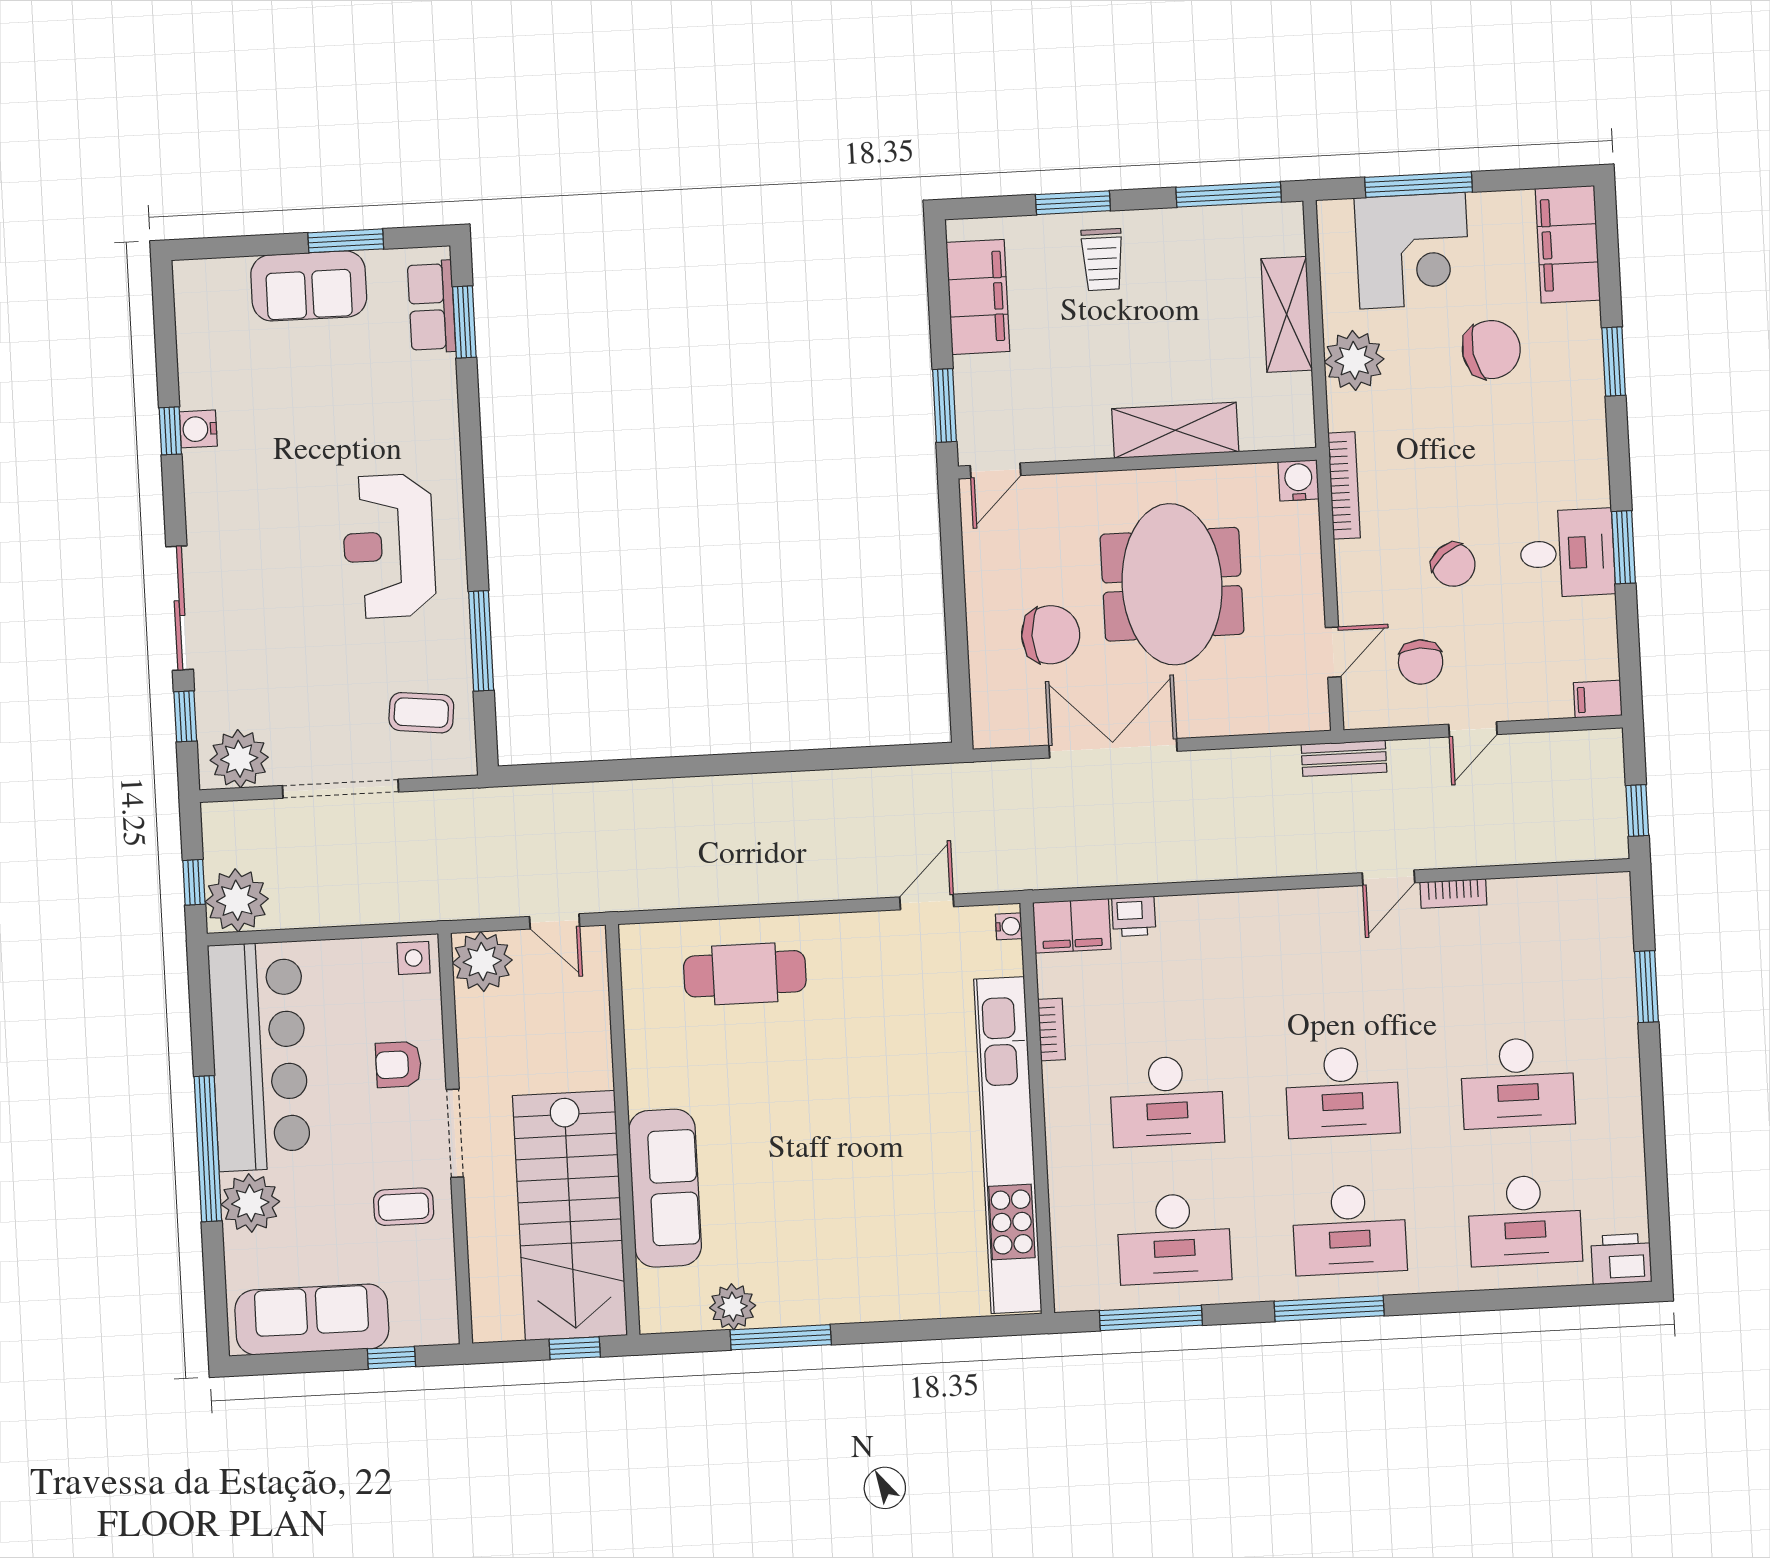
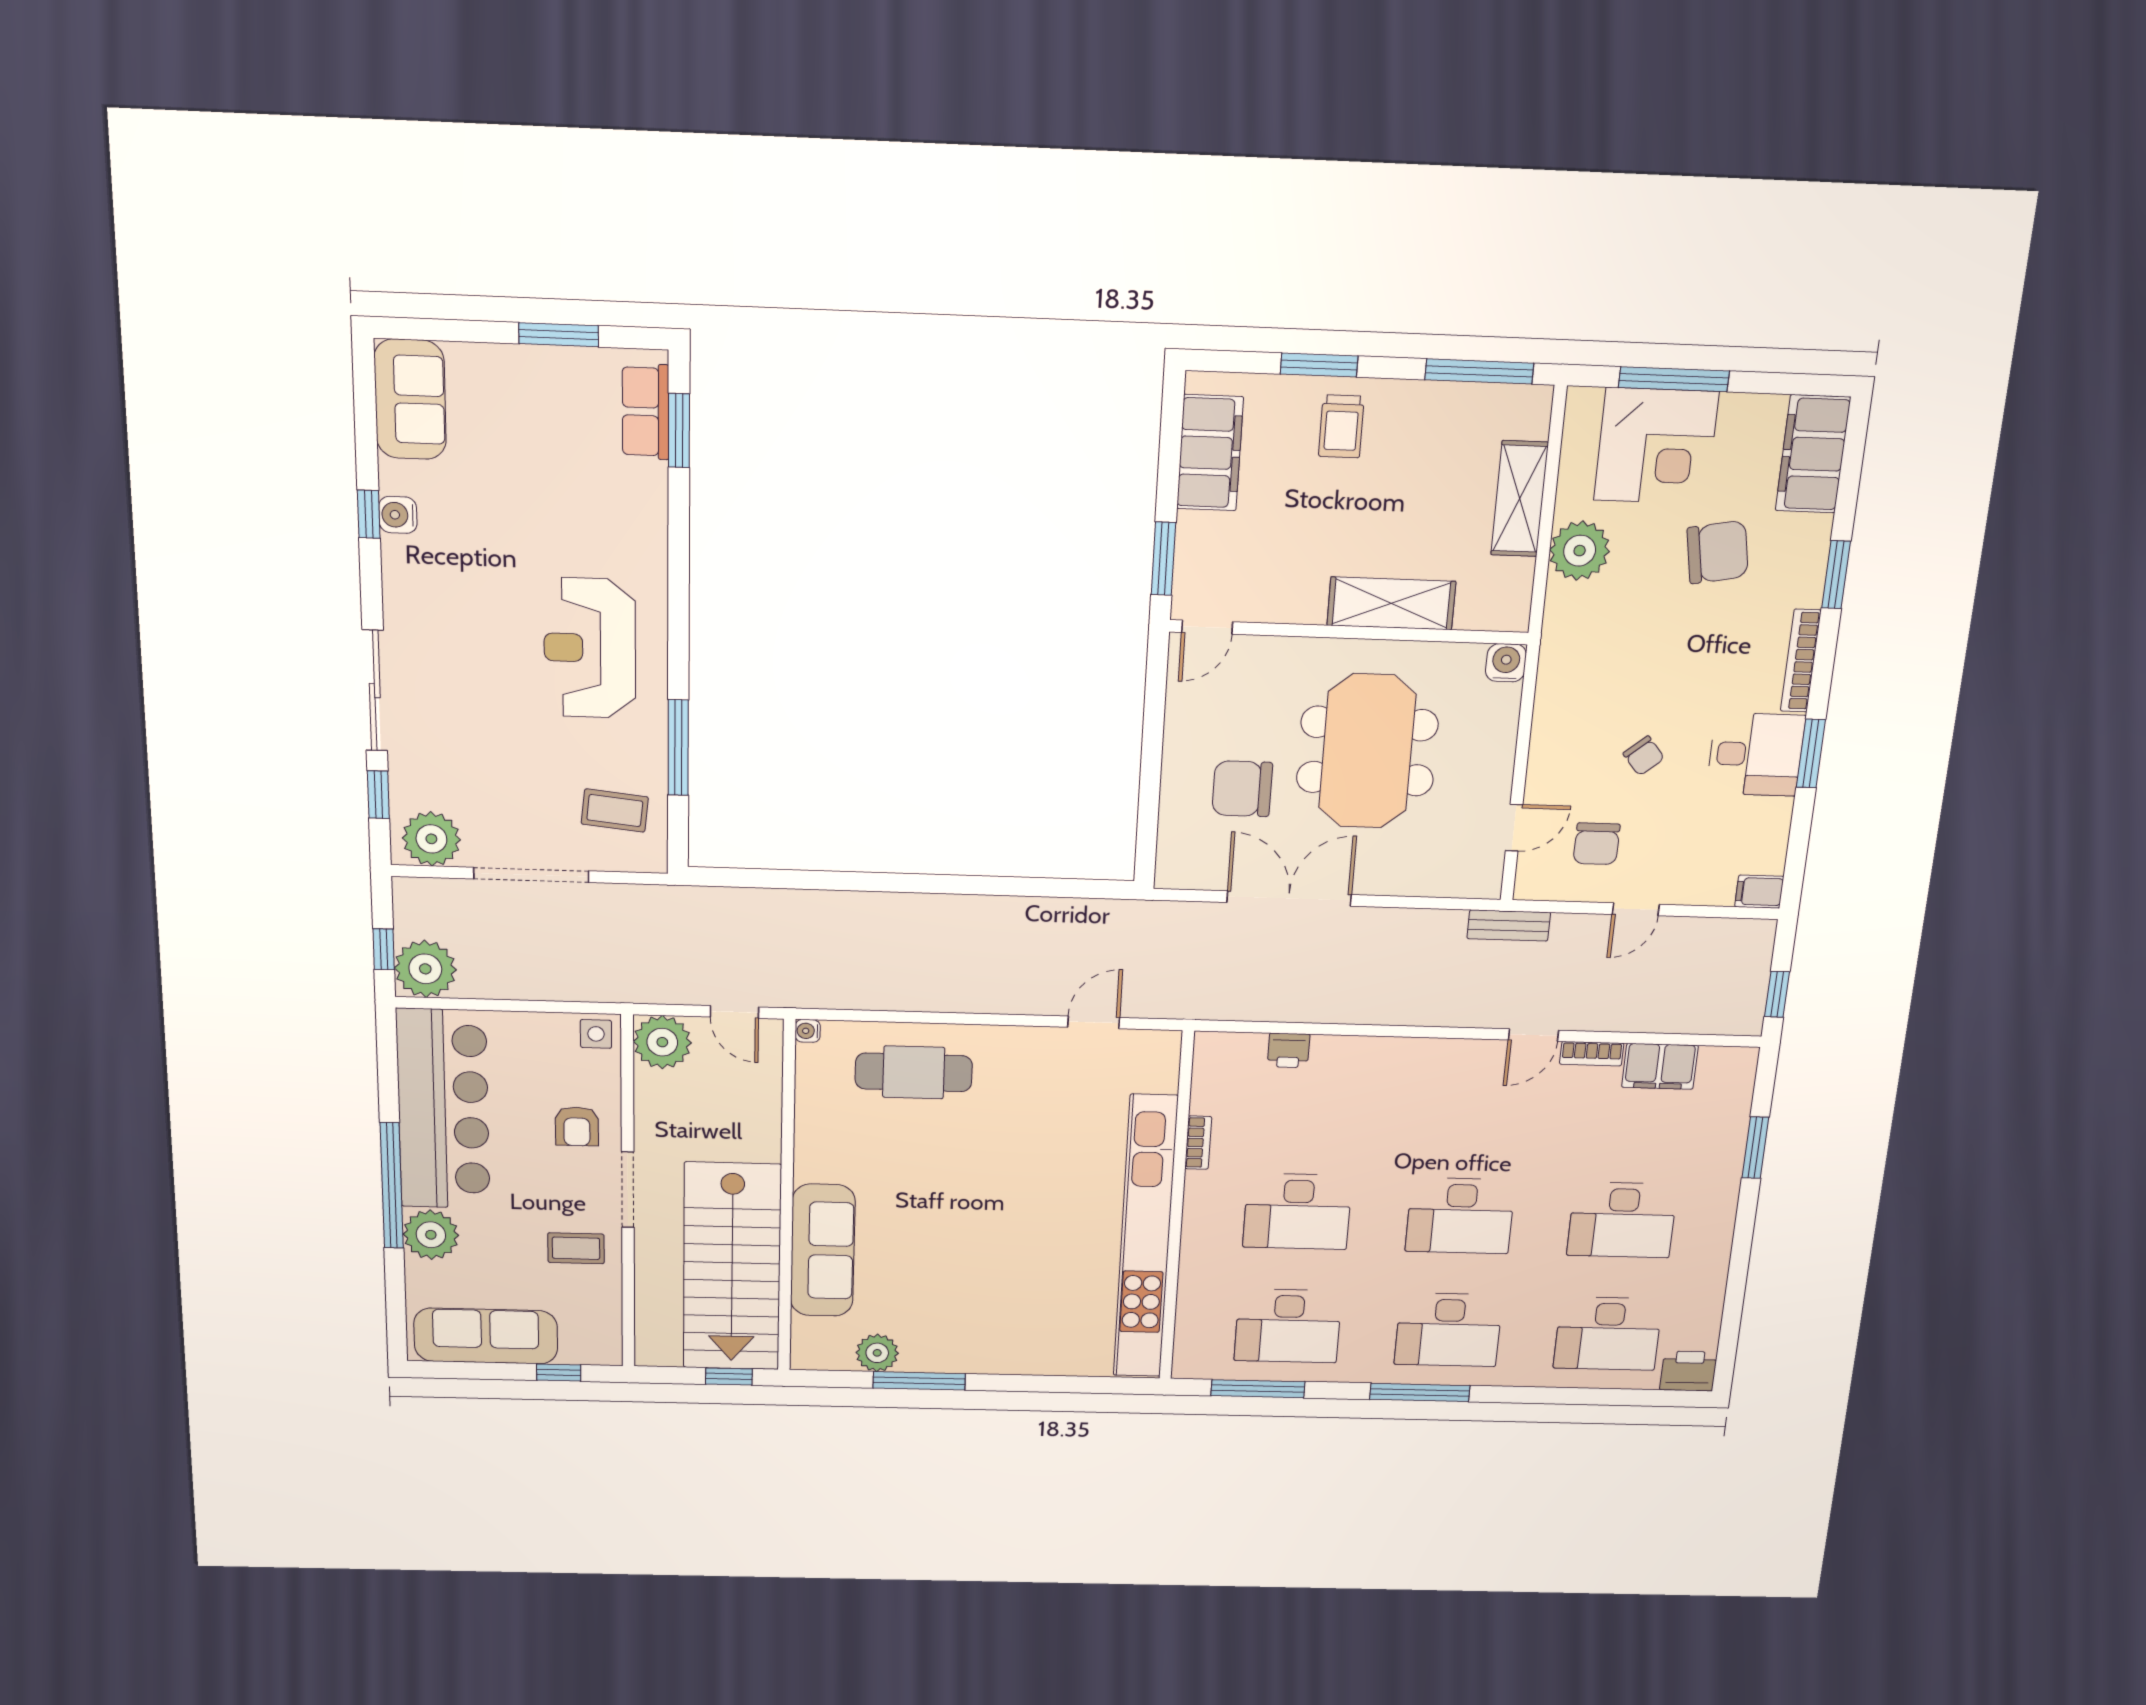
sofa: (309, 286) -> (410, 399), moved, turned -90
bookcase: (1344, 485) -> (1801, 661), moved, turned 180
chair: (1453, 565) -> (1644, 756), width x0.73, depth x0.73
chair: (1051, 635) -> (1242, 789), turned 180
water cooler: (1009, 926) -> (808, 1031), moved, turned 180
filing cabinet: (1072, 926) -> (1660, 1066), moved
armchair: (398, 1064) -> (577, 1126), turned -90

